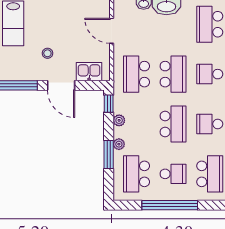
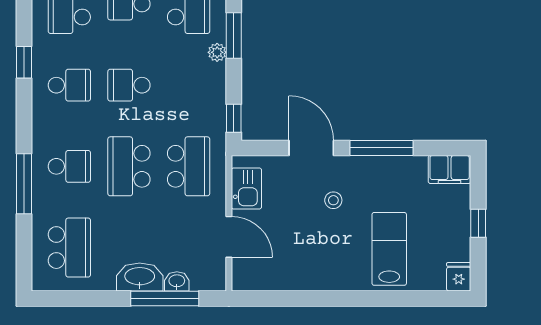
kitchen sink: (89, 72) -> (246, 188), moved, turned -90
plant: (119, 120) -> (217, 91), removed
school desk: (173, 124) -> (129, 85), width x0.54

